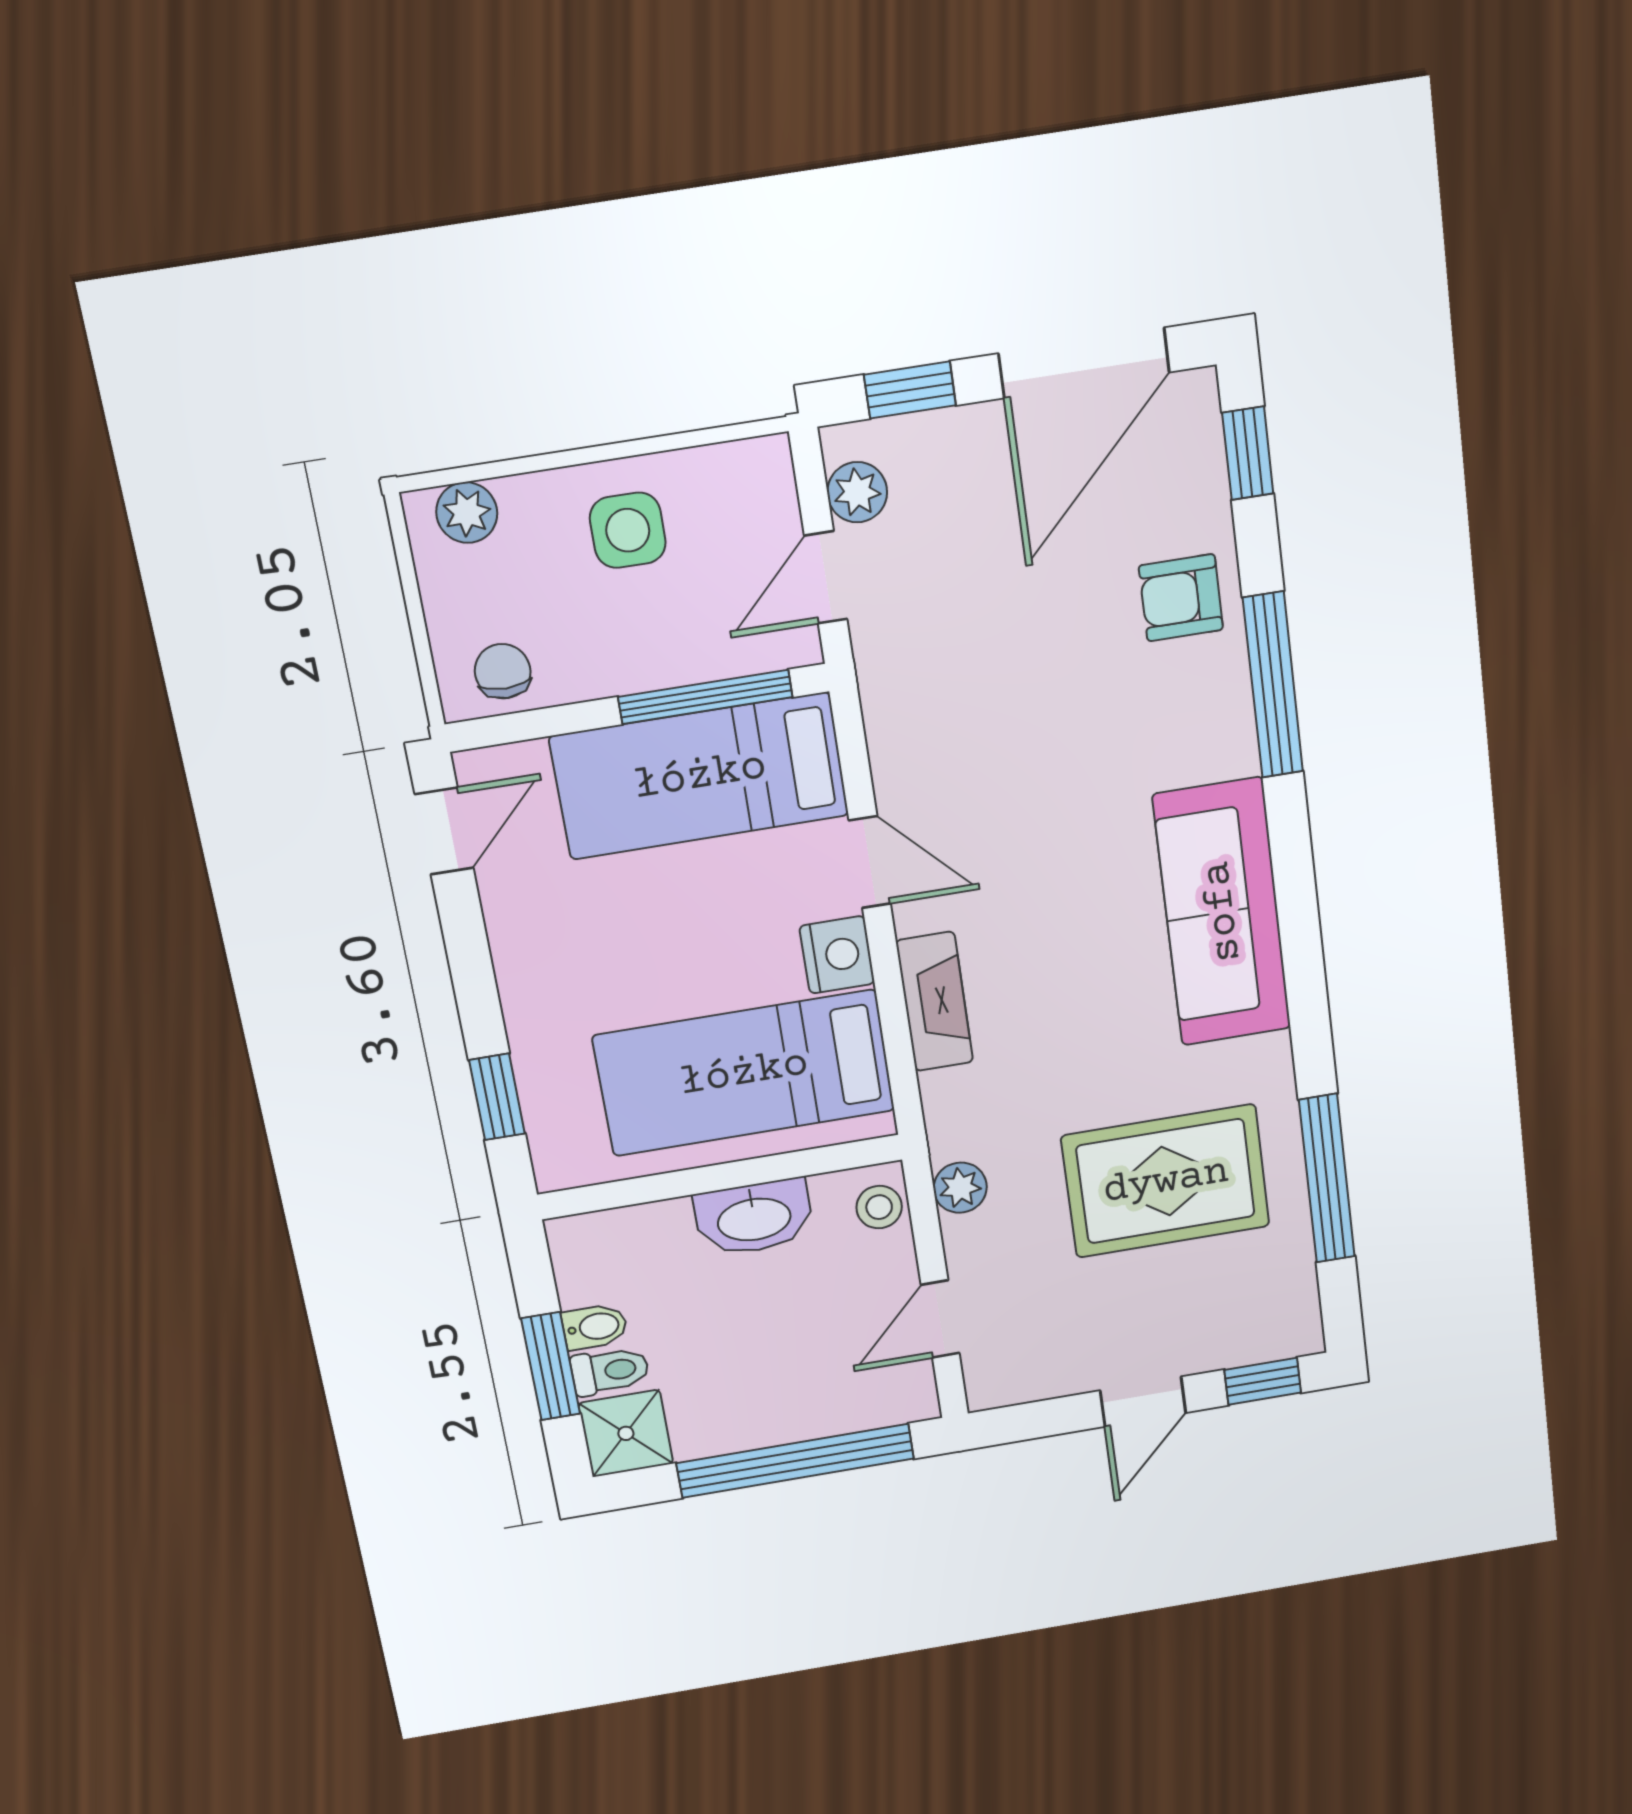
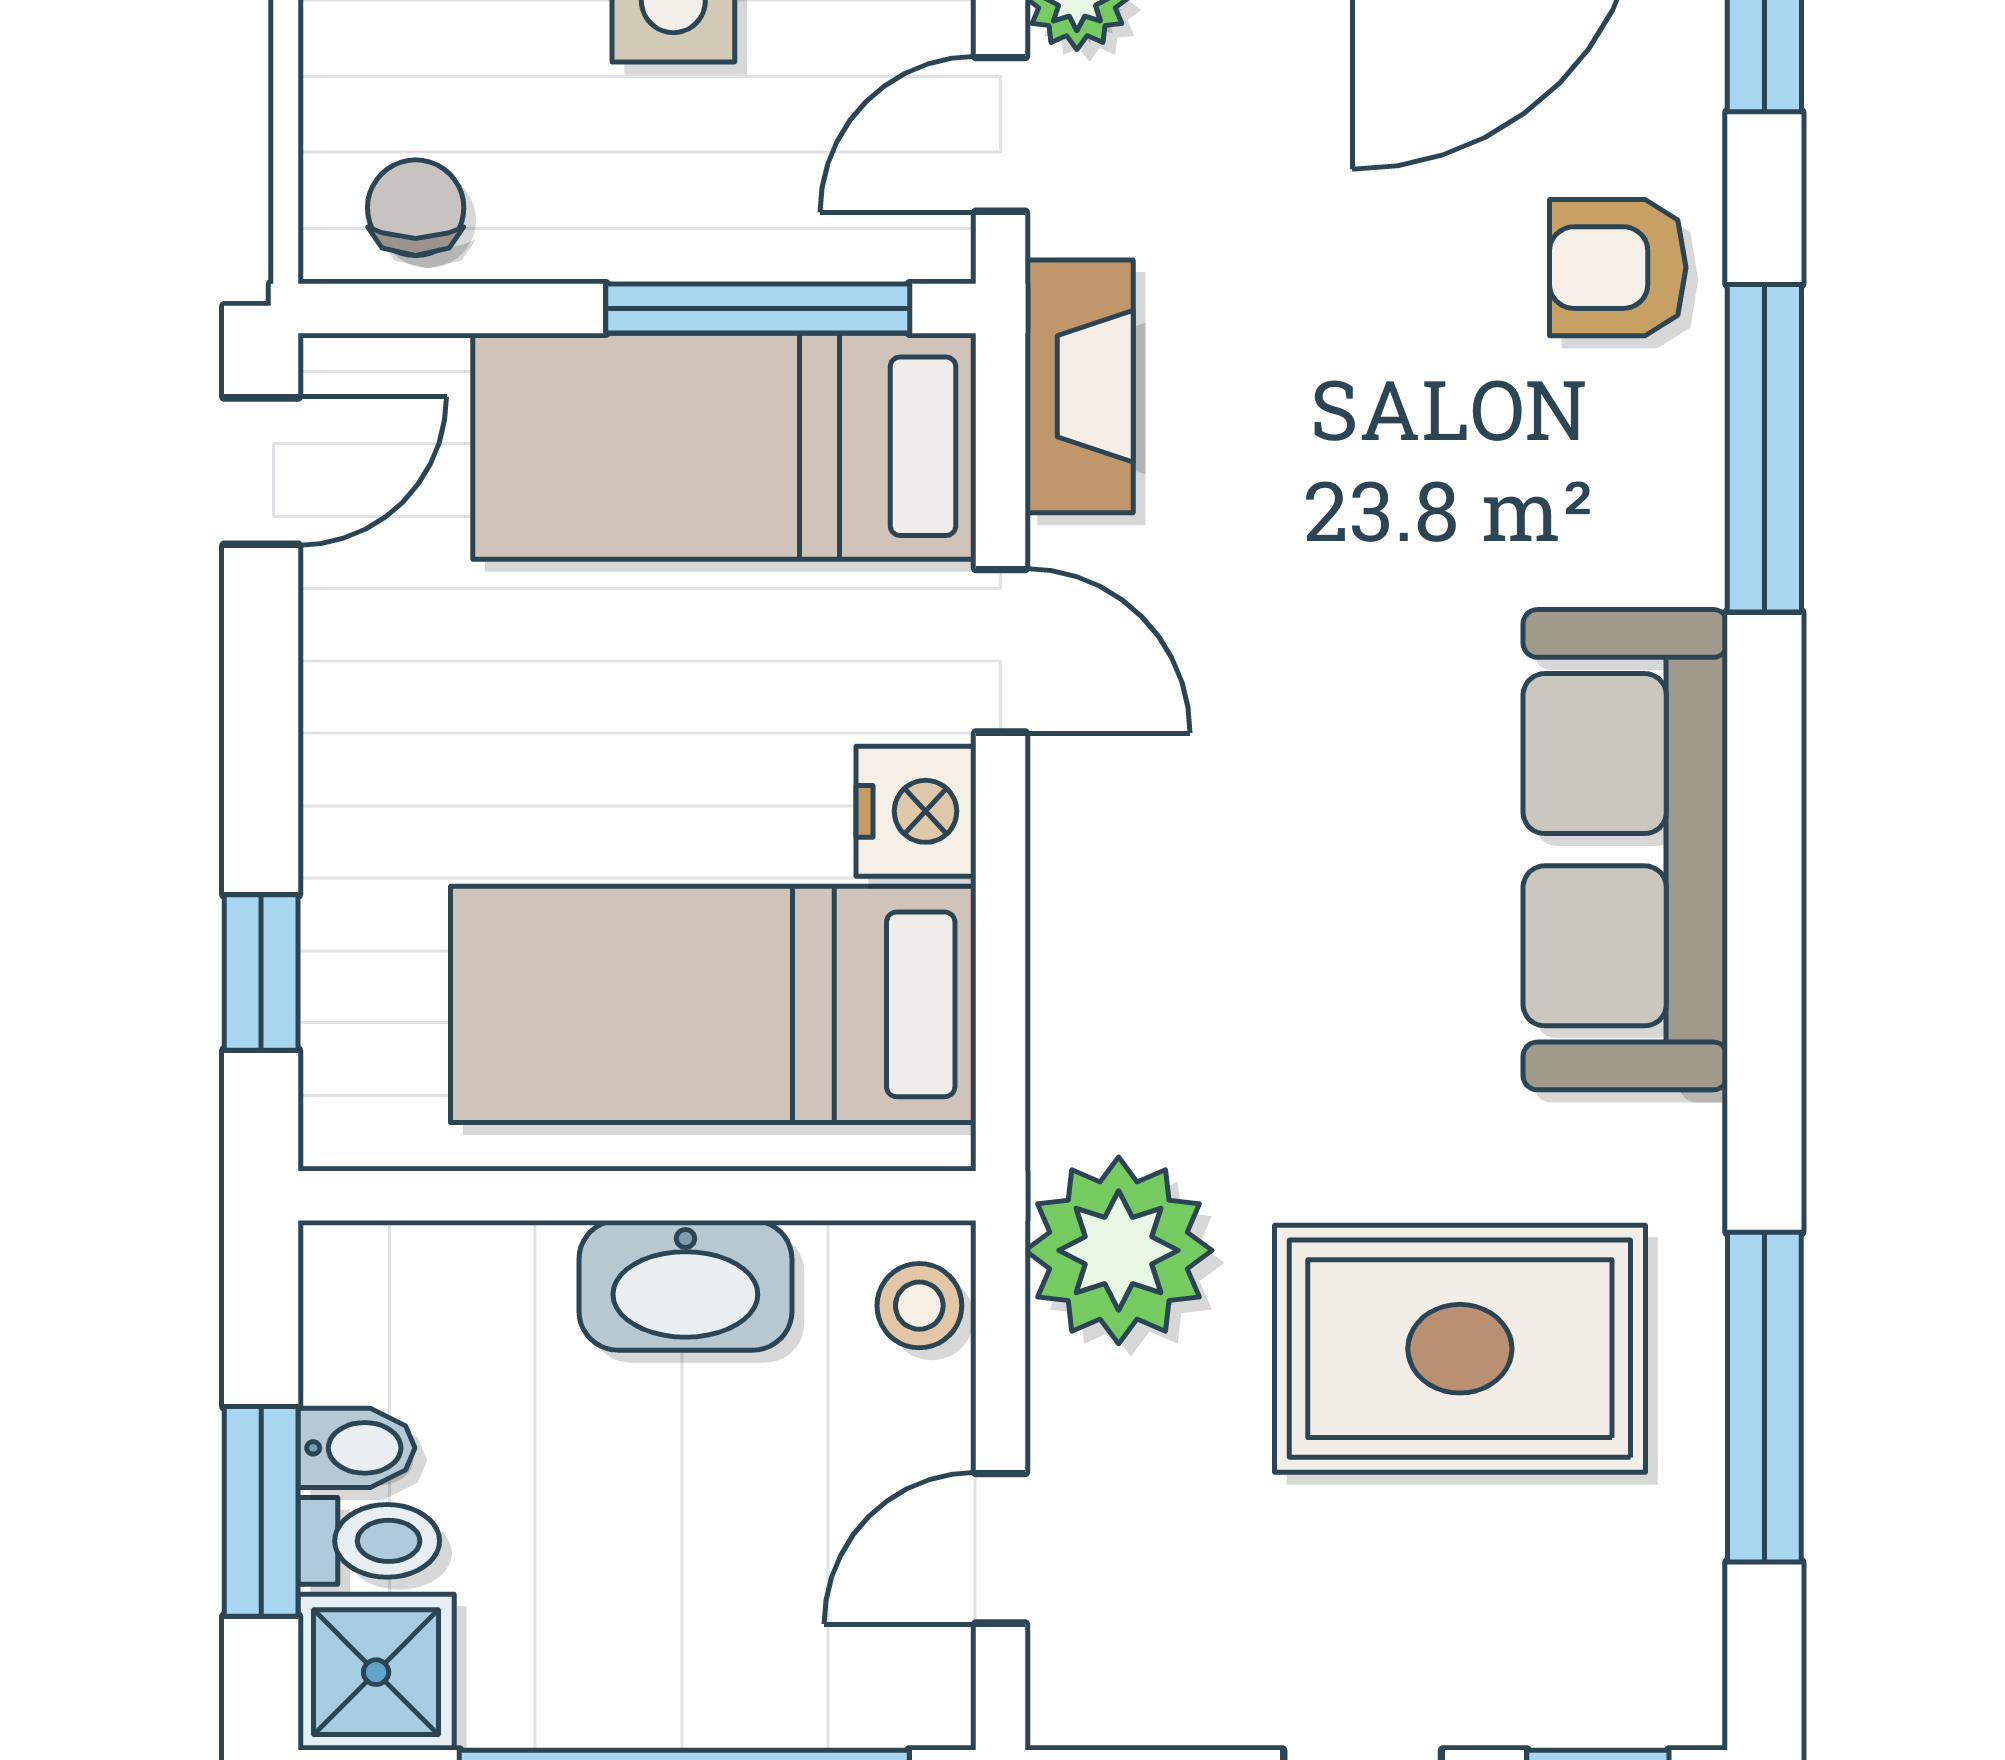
fireplace: (935, 1002) -> (1079, 386), moved
plant: (960, 1188) -> (1119, 1250), width x1.88, depth x1.88

